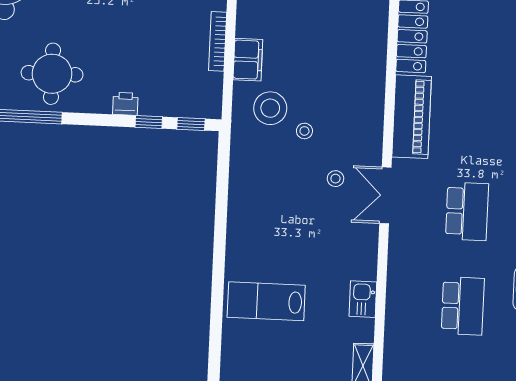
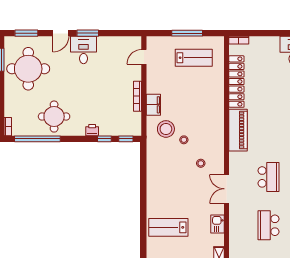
double door: (385, 195) -> (227, 189), moved
school desk: (463, 306) -> (268, 225), turned 180

